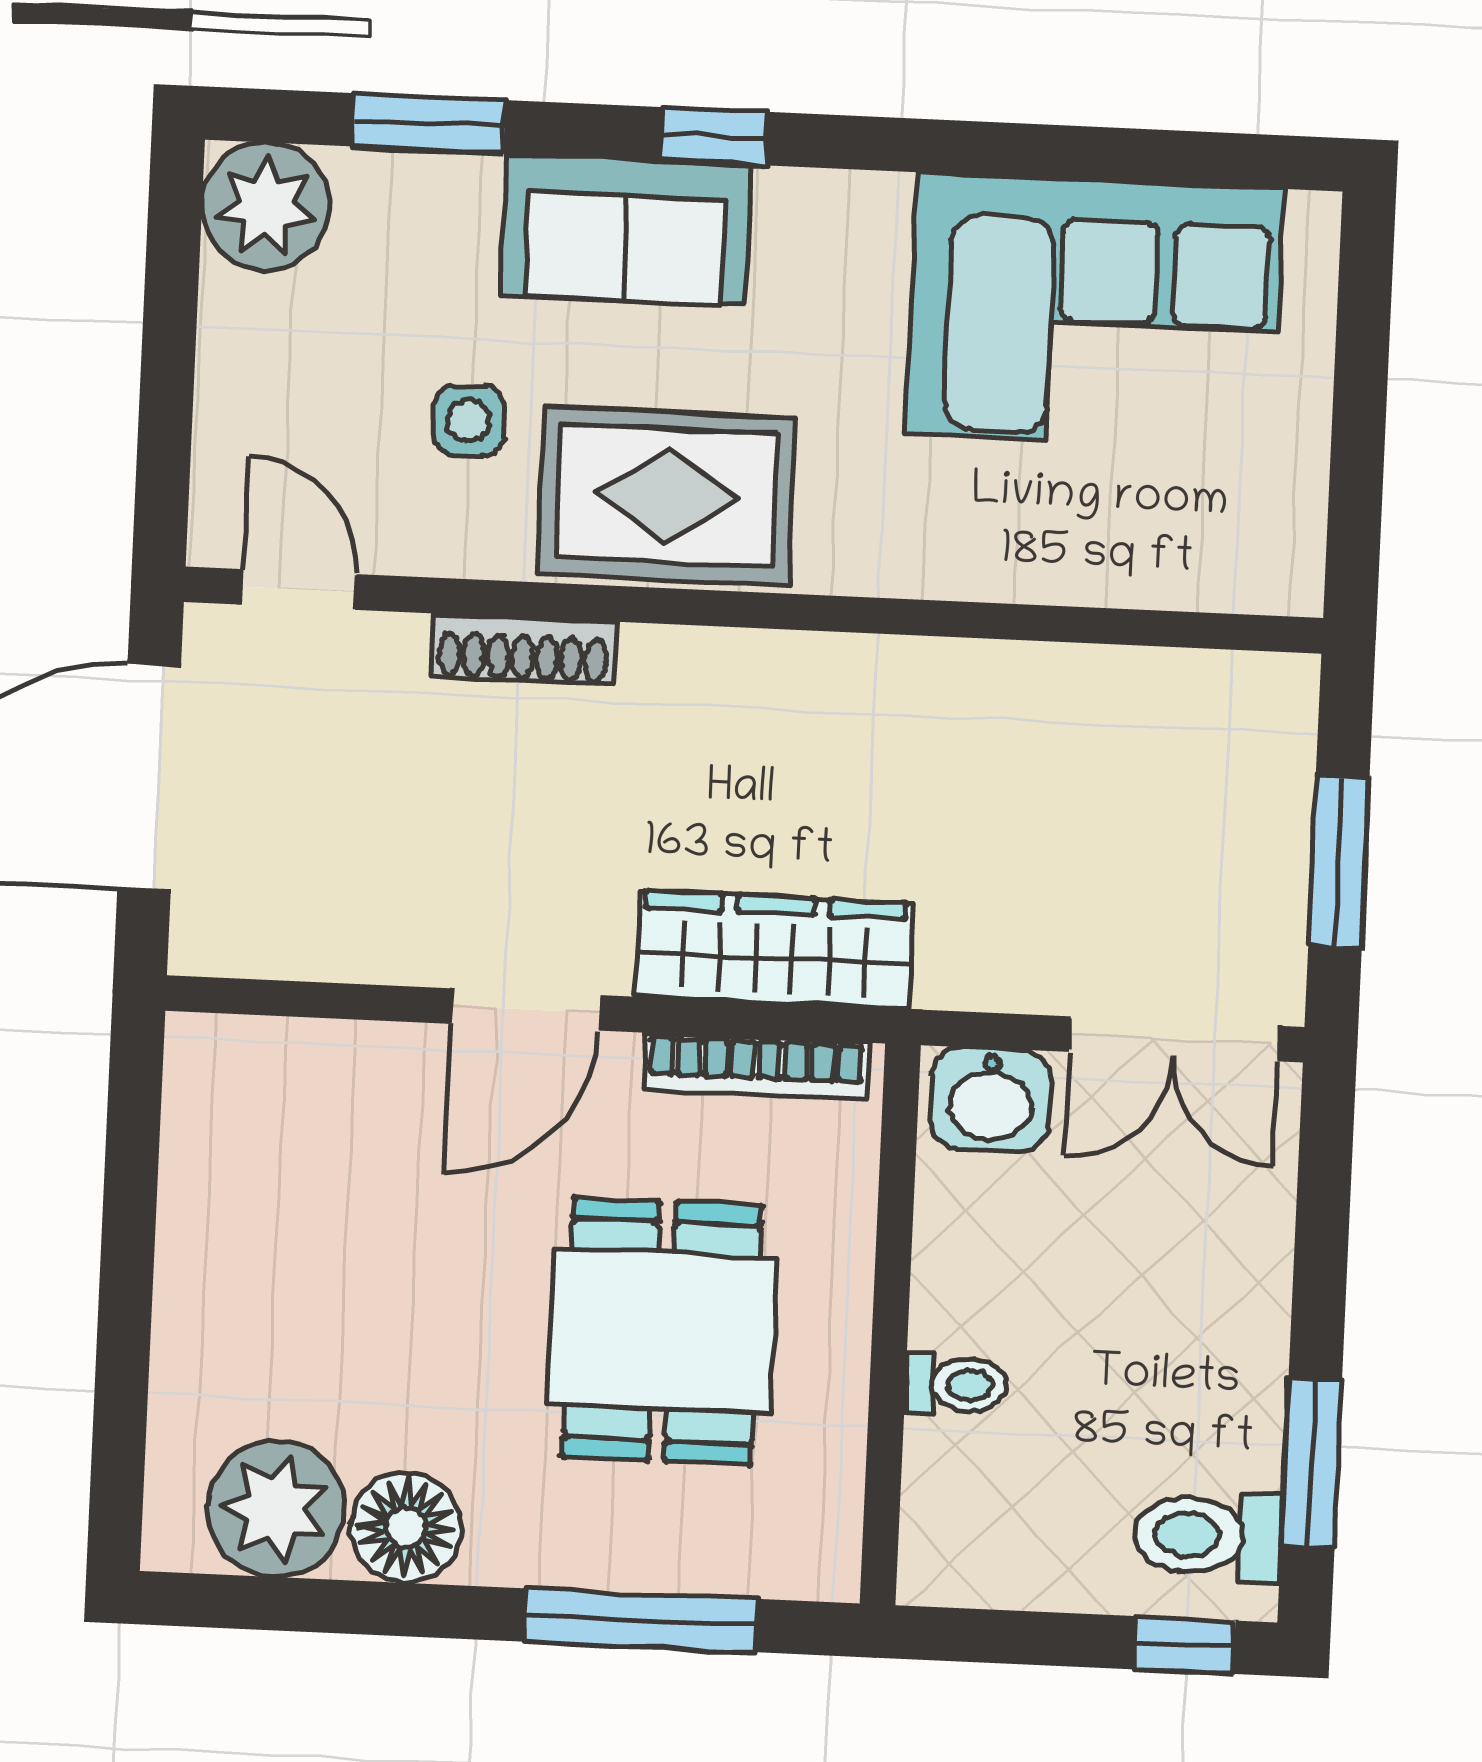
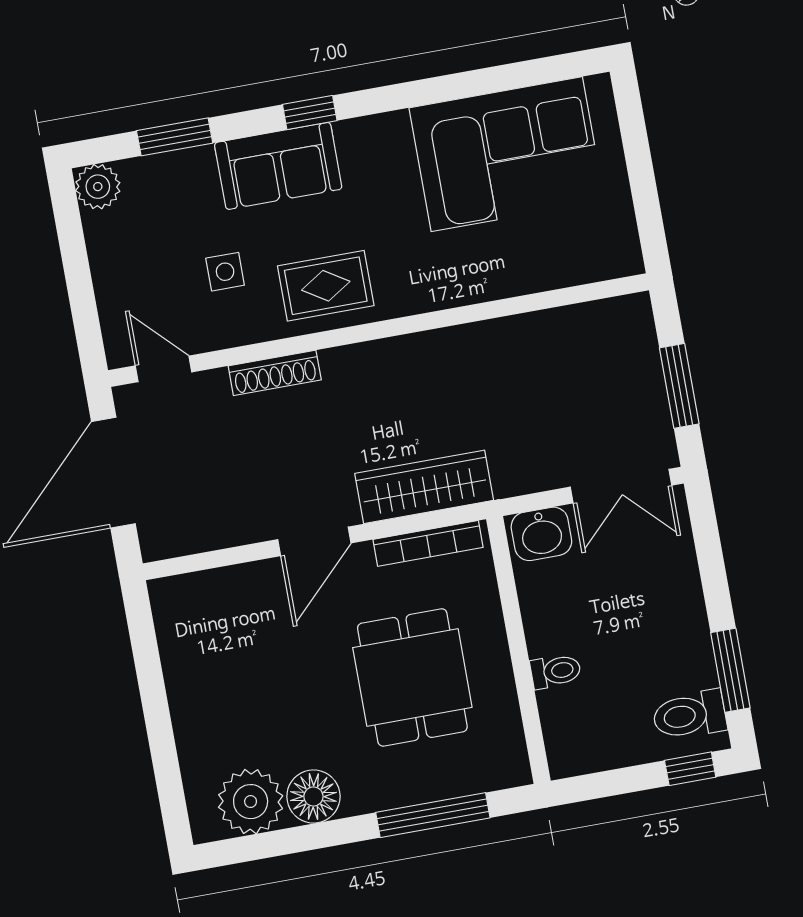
plant: (266, 207) -> (98, 187), width x0.73, depth x0.73
rug: (667, 495) -> (326, 286), width x0.73, depth x0.70

